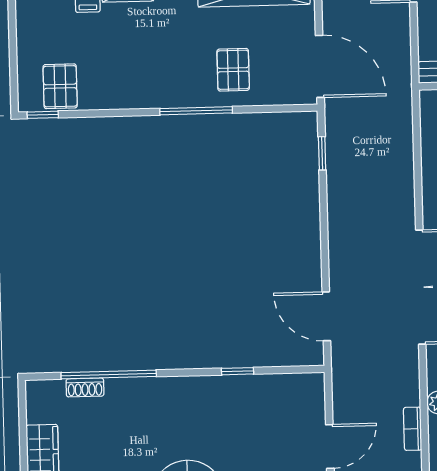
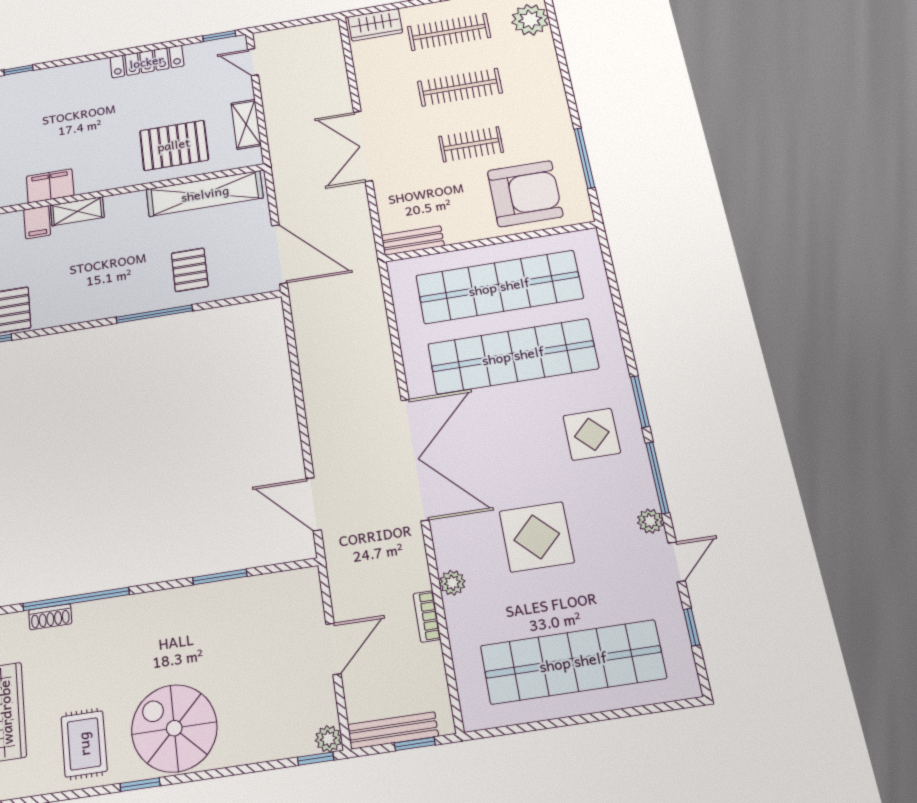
window: (322, 153) -> (291, 337), removed
window: (237, 371) -> (220, 577), width x1.50

